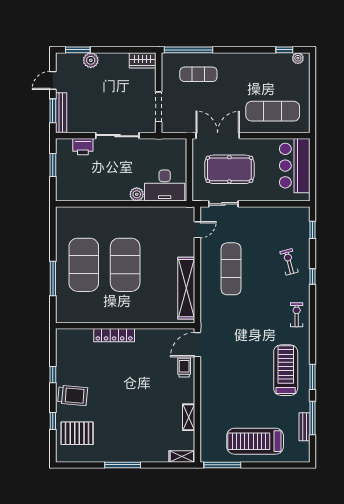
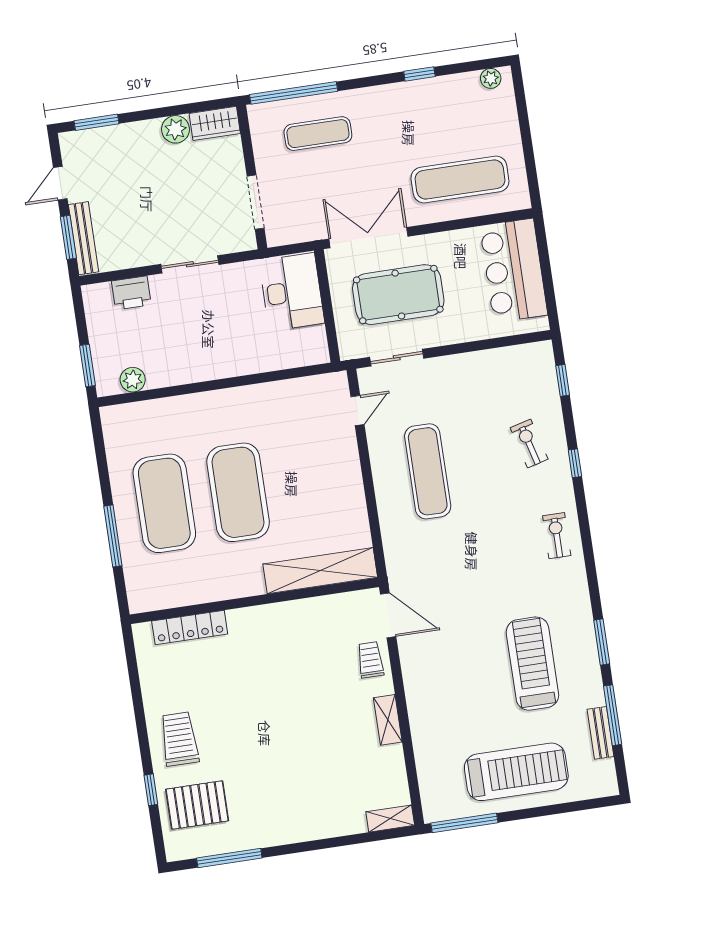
window: (284, 50) -> (419, 74), moved
plant: (91, 60) -> (176, 129), moved
sliding door: (117, 136) -> (190, 264), width x0.73
window: (53, 165) -> (87, 366), moved
desk: (165, 186) -> (292, 292), moved, turned -90
plant: (137, 194) -> (133, 380), moved
shelving: (186, 288) -> (320, 571), moved, turned 90
locker: (114, 335) -> (190, 628), moved
door: (197, 345) -> (388, 615), swing flipped
treadmill: (286, 370) -> (532, 664), moved
window: (53, 375) -> (139, 707), removed
trolley: (73, 395) -> (179, 739), turned -95
shelving: (189, 417) -> (388, 720), moved
treadmill: (255, 441) -> (516, 772), turned 180
window: (123, 465) -> (229, 858), moved

